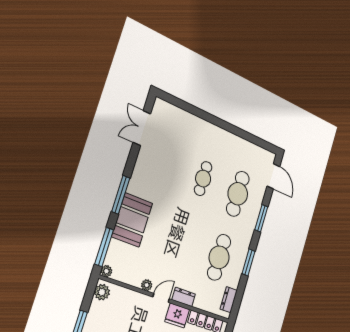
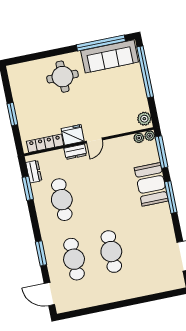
cafe table: (203, 179) -> (111, 252), width x1.37, depth x1.35
window: (249, 262) -> (28, 188), moved
plant: (147, 285) -> (139, 138), moved

